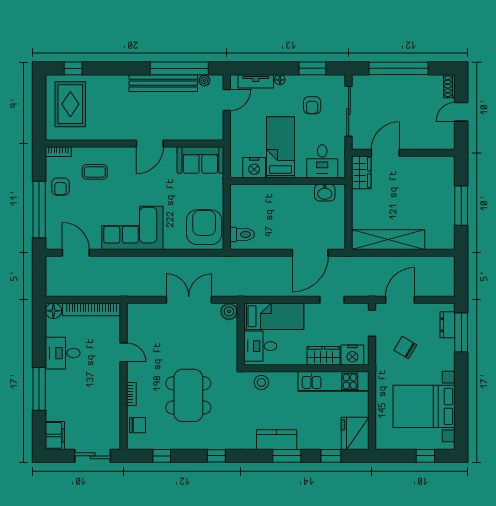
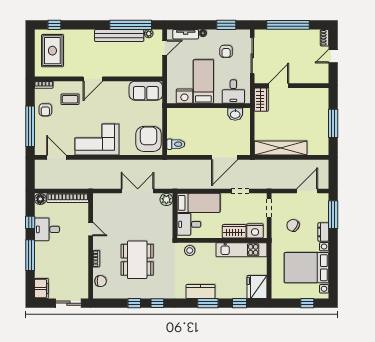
door: (150, 143) -> (93, 79), moved
door: (400, 300) -> (307, 191), moved
dresser: (447, 325) -> (323, 232), moved
window: (39, 343) -> (30, 222), added
window: (162, 456) -> (134, 303), moved

